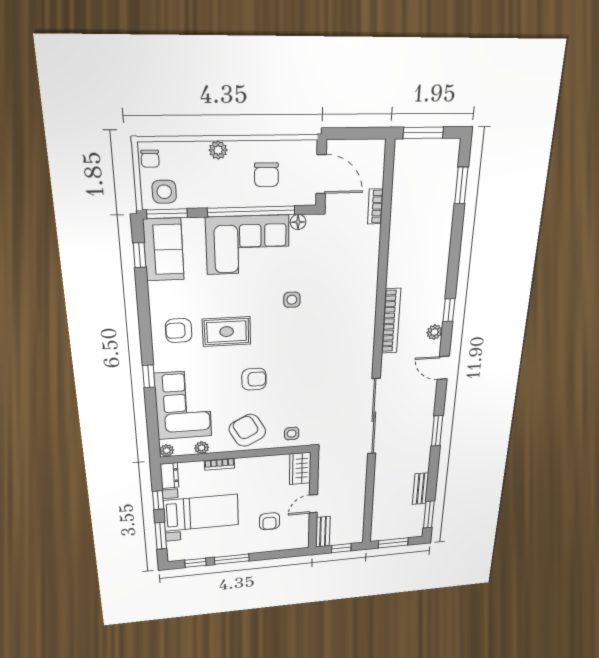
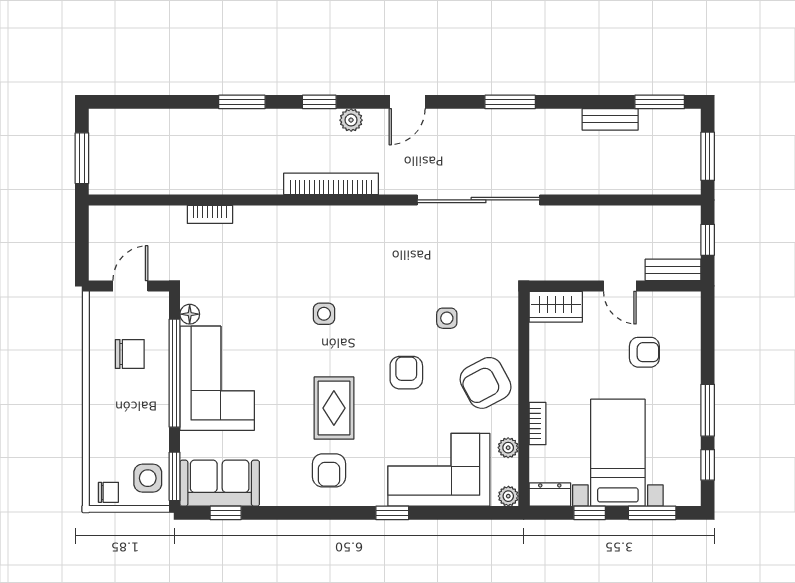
plant: (218, 150) -> (100, 412), removed
door: (321, 174) -> (130, 286), width x0.73
window: (461, 185) -> (242, 102), moved
bookcase: (375, 206) -> (210, 214), moved
side table: (292, 300) -> (324, 314), moved
side table: (292, 434) -> (447, 318), moved

